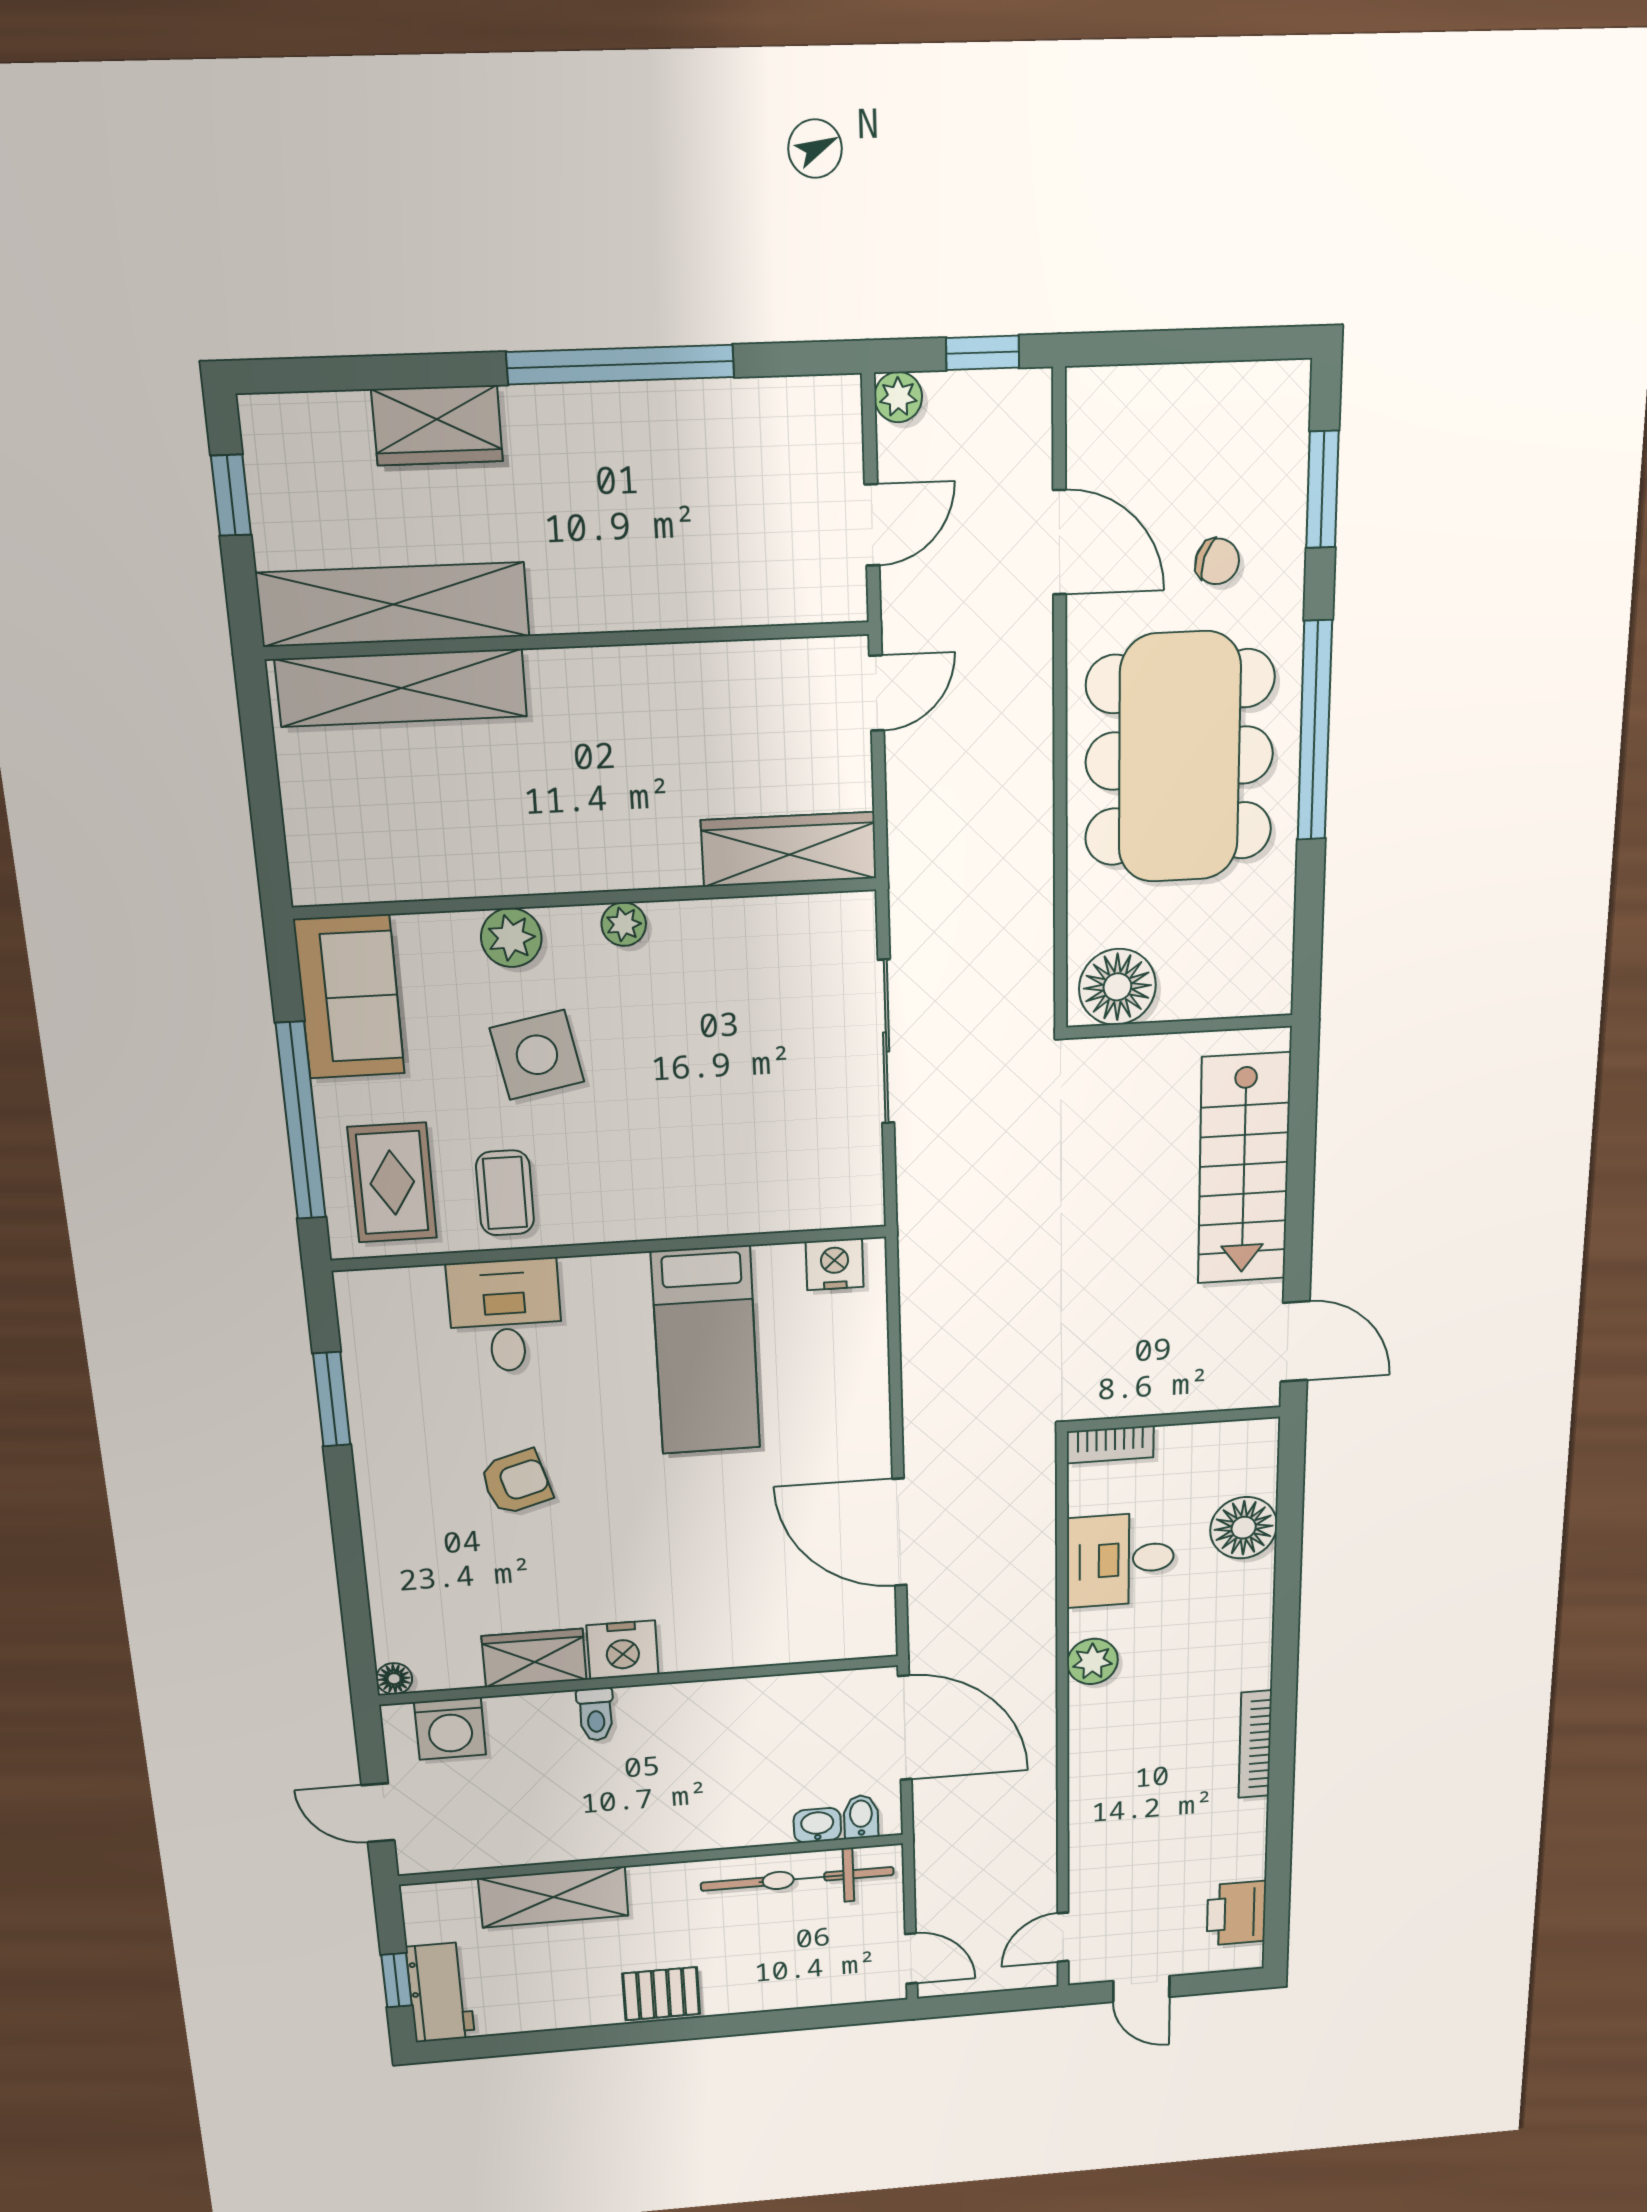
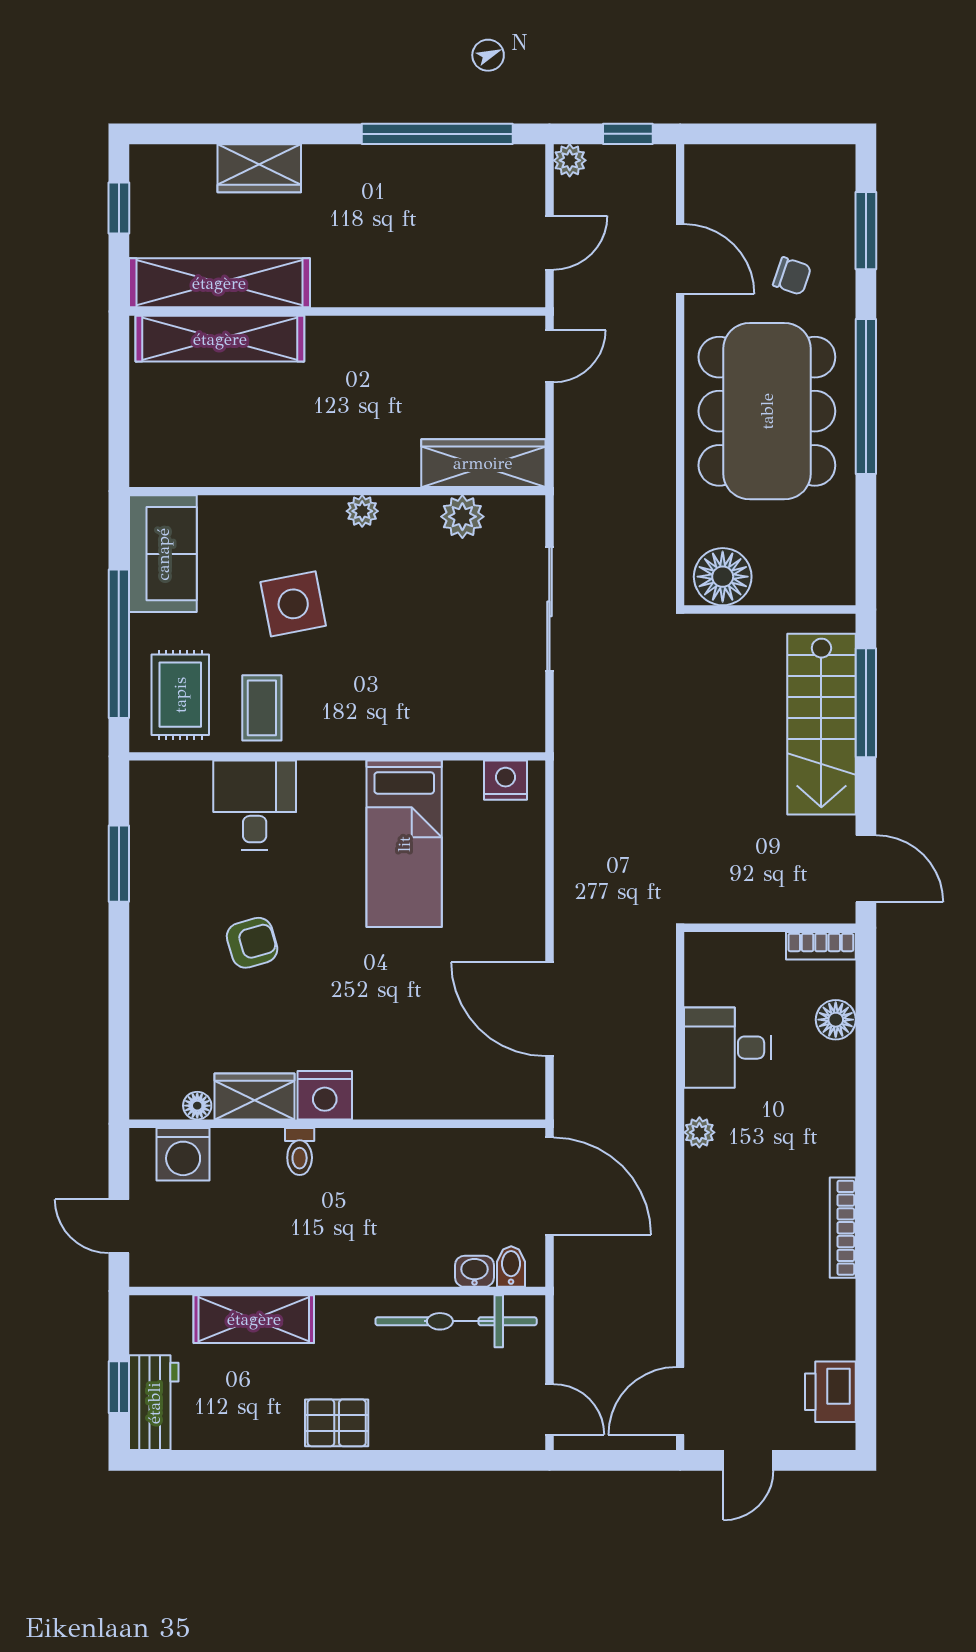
window: (621, 365) -> (437, 134), moved
plant: (511, 938) -> (462, 517), moved
window: (1302, 1139) -> (866, 703), added
bookcase: (1110, 1444) -> (821, 946), moved
floor lamp: (1244, 1528) -> (836, 1020), width x0.73, depth x0.73
plant: (1092, 1661) -> (699, 1132), width x0.73, depth x0.73
floor lamp: (394, 1679) -> (197, 1106), moved
door: (1063, 1937) -> (680, 1401), width x1.38
door: (1141, 1989) -> (748, 1460), hinge flipped

